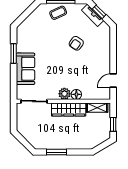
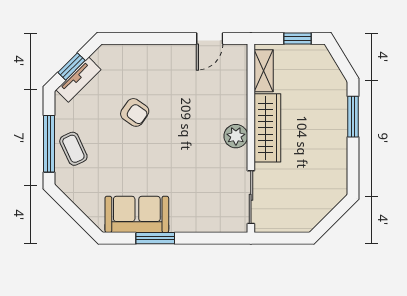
sofa: (25, 69) -> (137, 214), moved
door: (113, 81) -> (210, 38), hinge flipped
floor lamp: (76, 94) -> (237, 112), removed
window: (56, 152) -> (353, 117), moved

